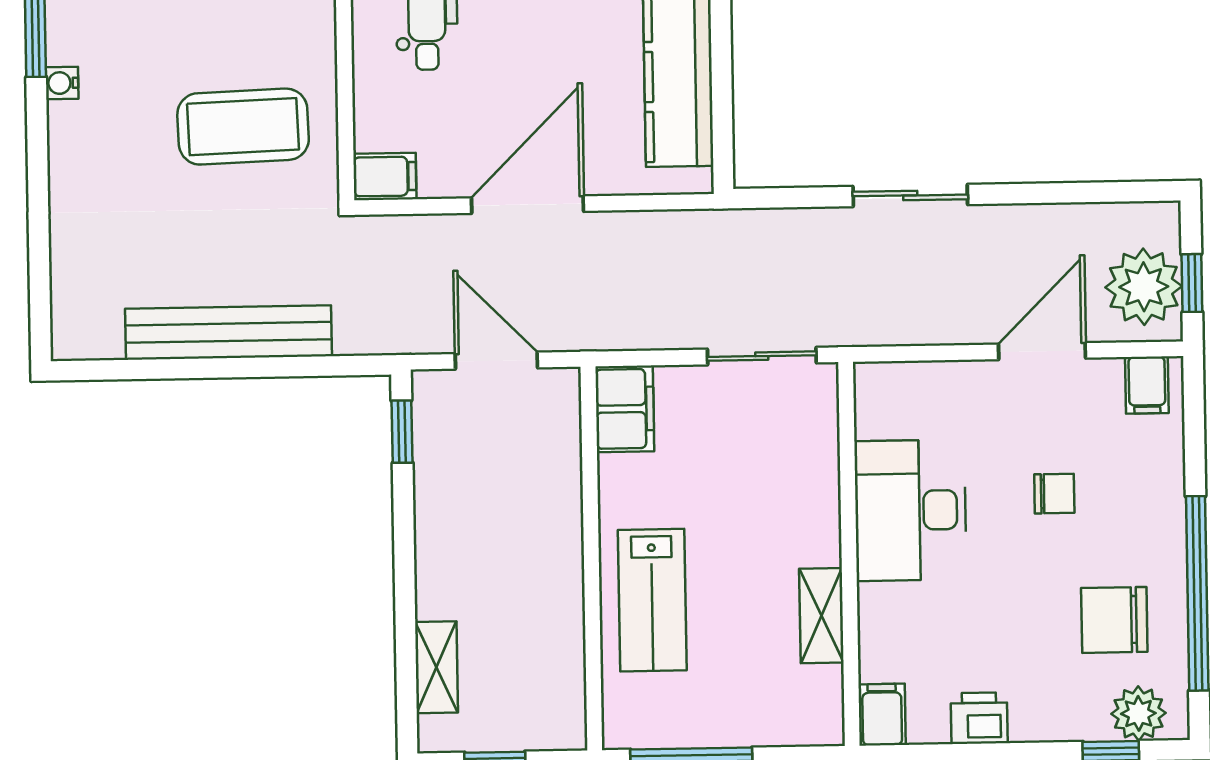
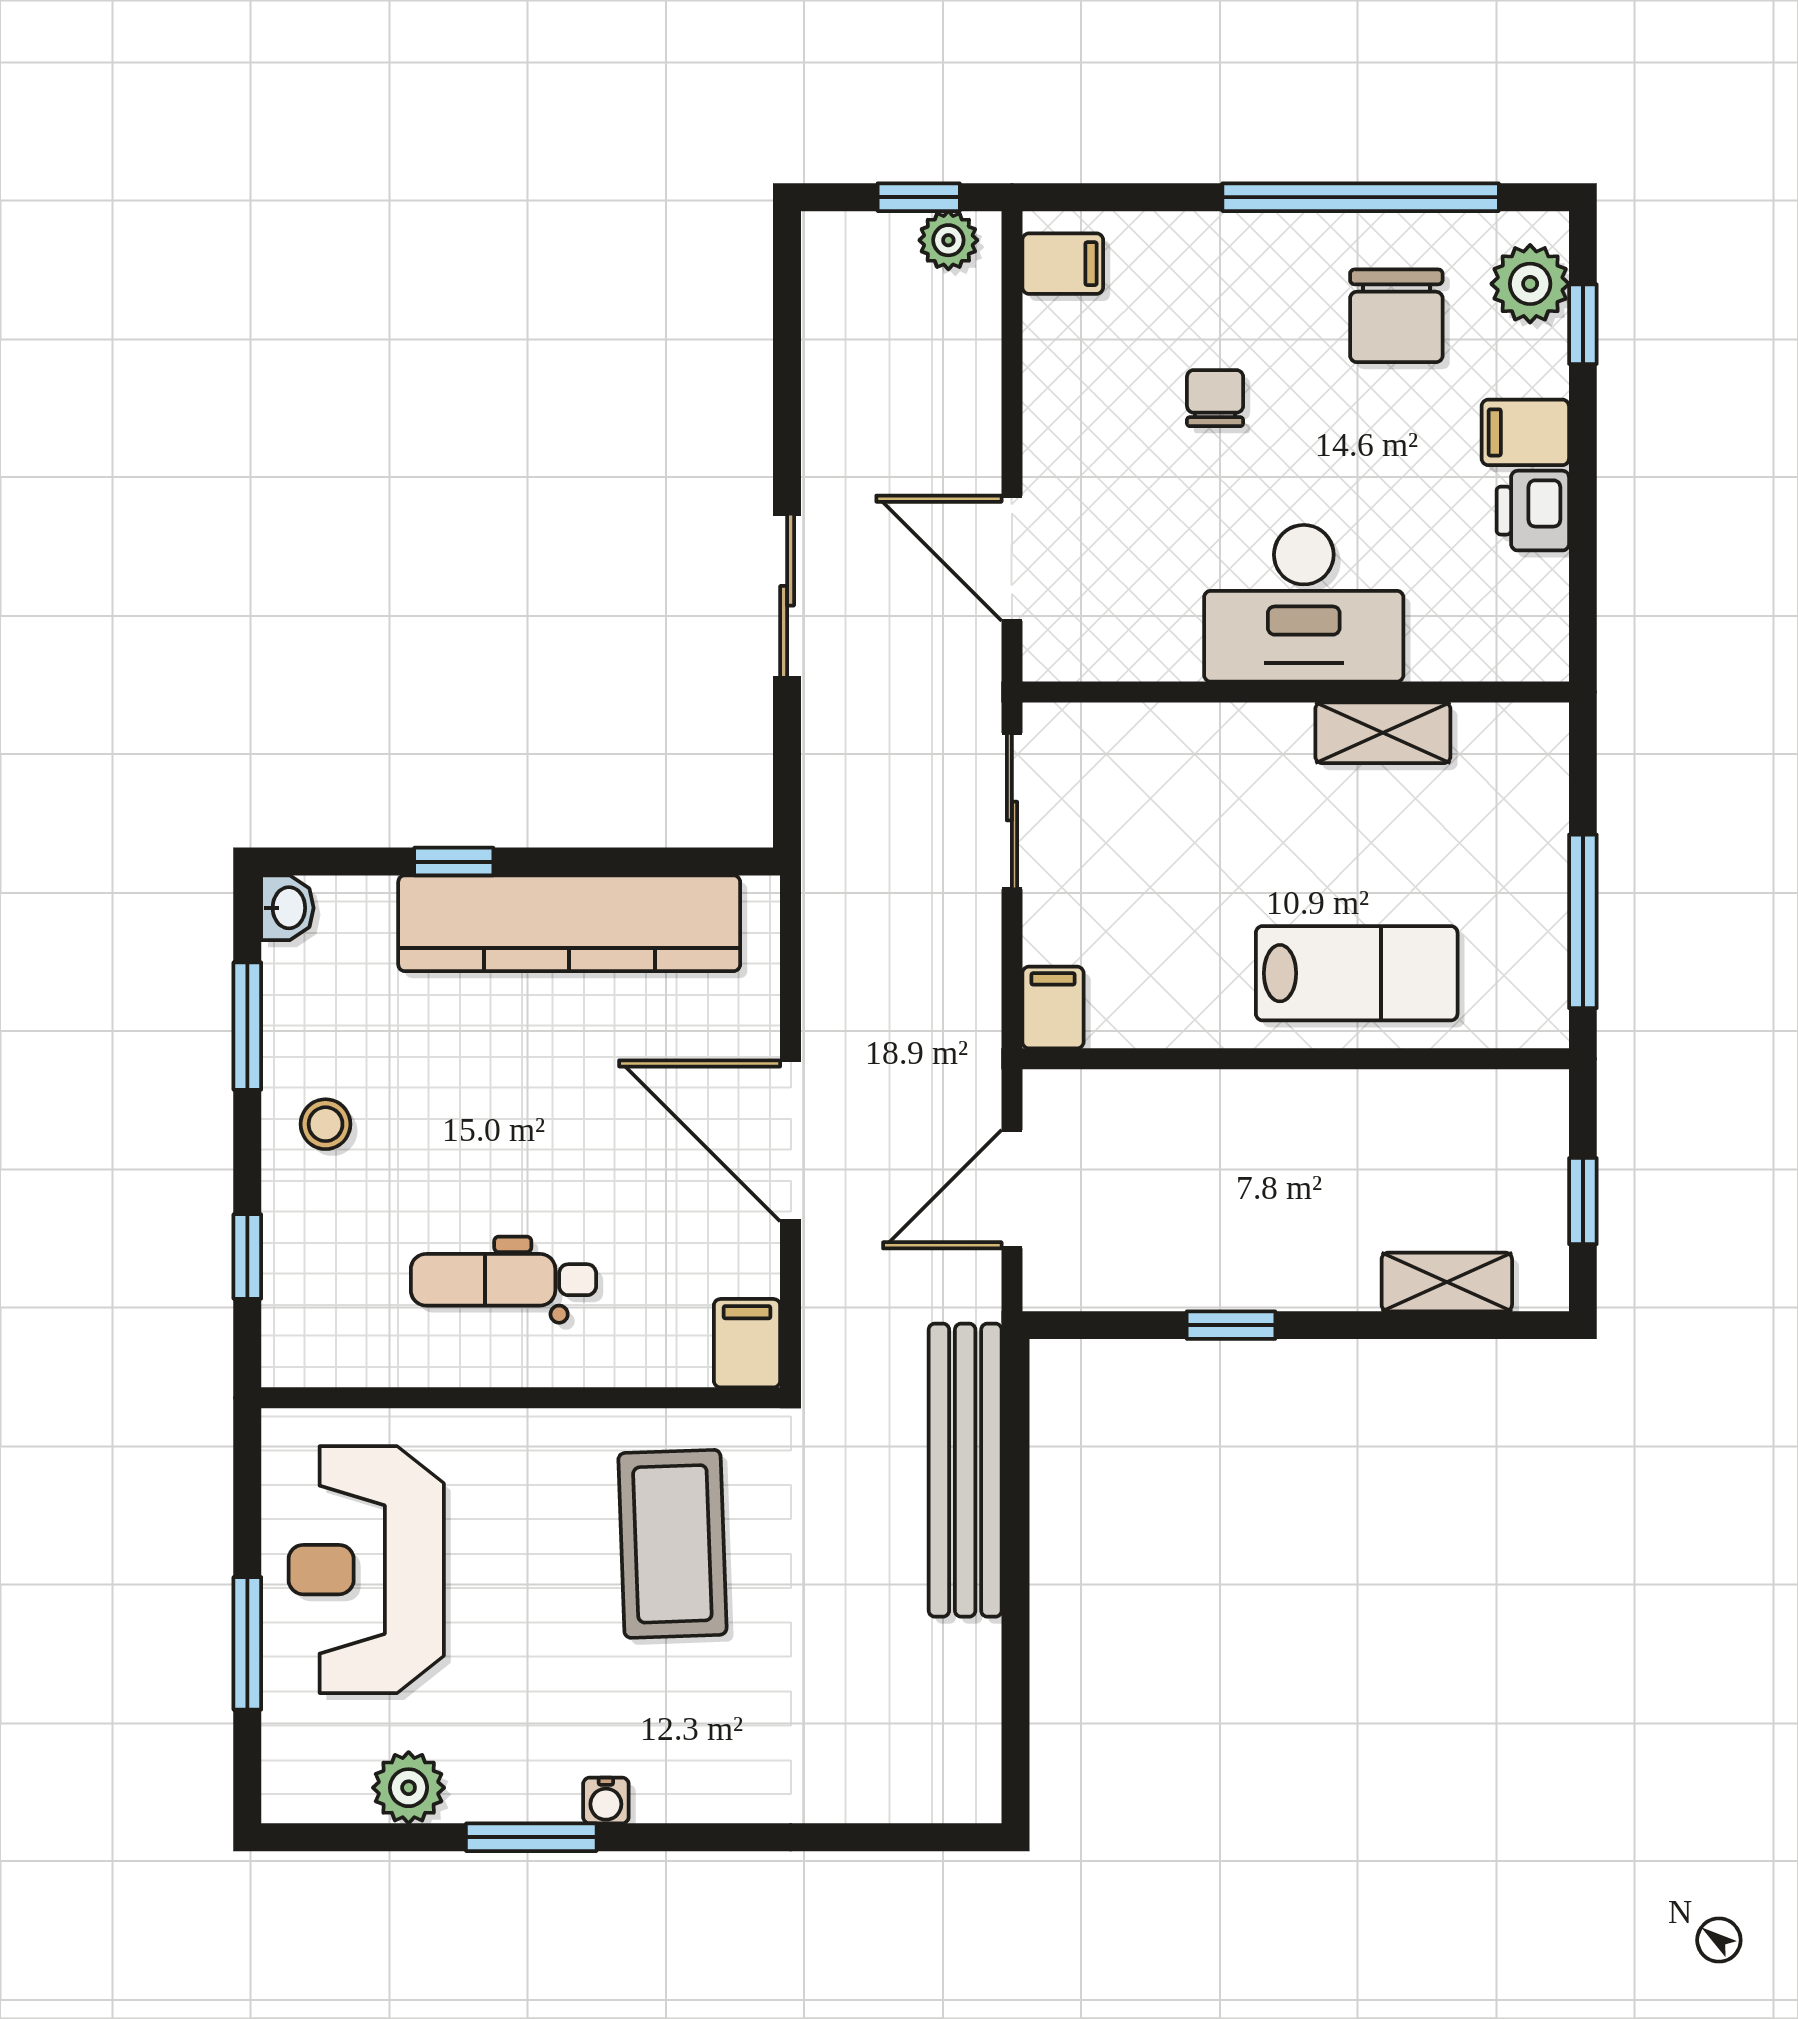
plant: (1144, 287) -> (948, 240), width x0.53, depth x0.53
bench: (229, 332) -> (965, 1470), moved
door: (1042, 351) -> (1012, 558), moved
filing cabinet: (625, 409) -> (1053, 1007), width x0.50
window: (402, 432) -> (1231, 1325), moved
desk: (910, 510) -> (1304, 603), moved
filing cabinet: (882, 715) -> (1525, 432), moved

